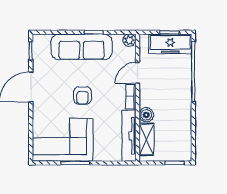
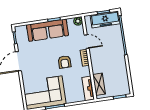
door: (138, 73) -> (87, 42), swing flipped
armchair: (82, 95) -> (65, 62), moved
boiler: (146, 115) -> (96, 68), removed
tv unit: (129, 136) -> (88, 88), width x0.71

